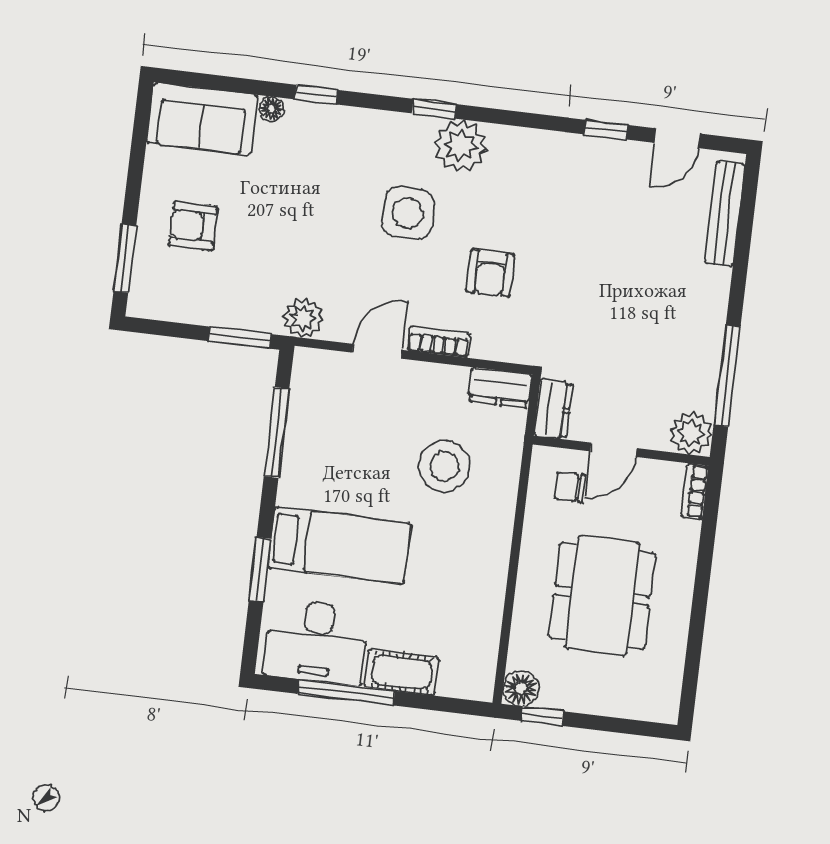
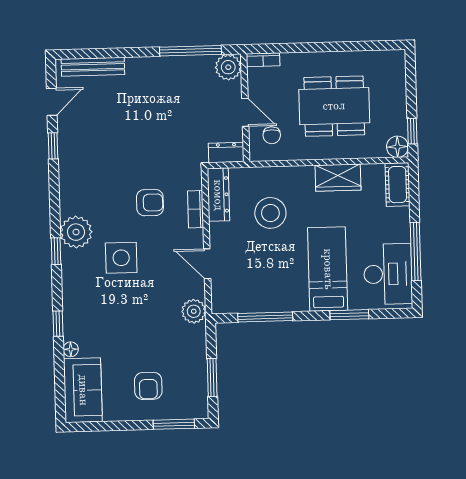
door: (677, 138) -> (52, 102), hinge flipped
window: (240, 338) -> (212, 378), moved
bookcase: (439, 342) -> (196, 209), moved
dresser: (500, 388) -> (218, 195), width x1.44
wardrobe: (485, 584) -> (338, 178), added
cot: (402, 672) -> (398, 185), moved

